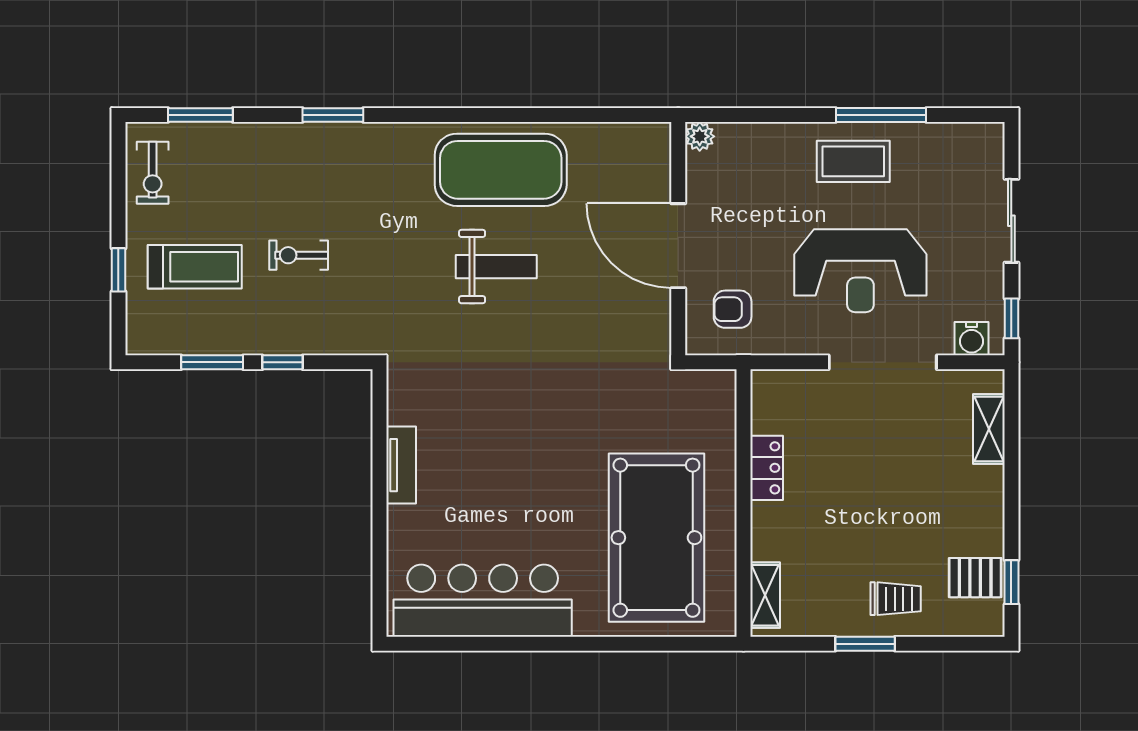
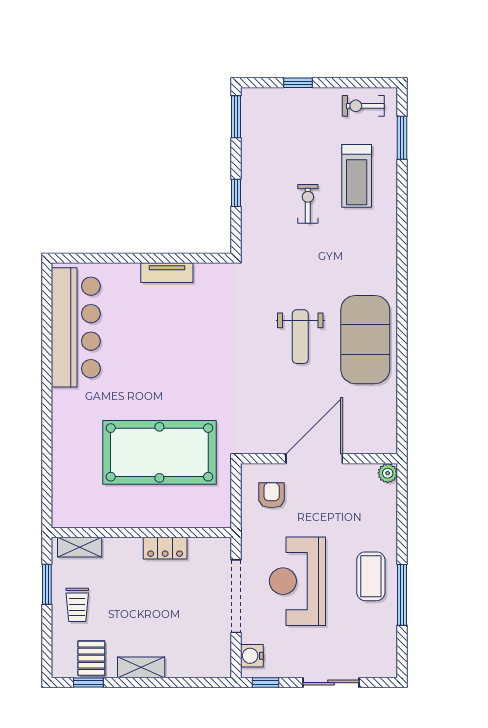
window: (333, 115) -> (402, 227), removed
treadmill: (195, 267) -> (357, 176), moved
window: (212, 362) -> (236, 117), moved
shelving: (989, 429) -> (141, 667), moved
locker: (767, 468) -> (165, 548), moved
wall: (744, 503) -> (141, 533), moved
pool table: (656, 538) -> (159, 452), moved
shelving: (765, 595) -> (80, 547), moved

